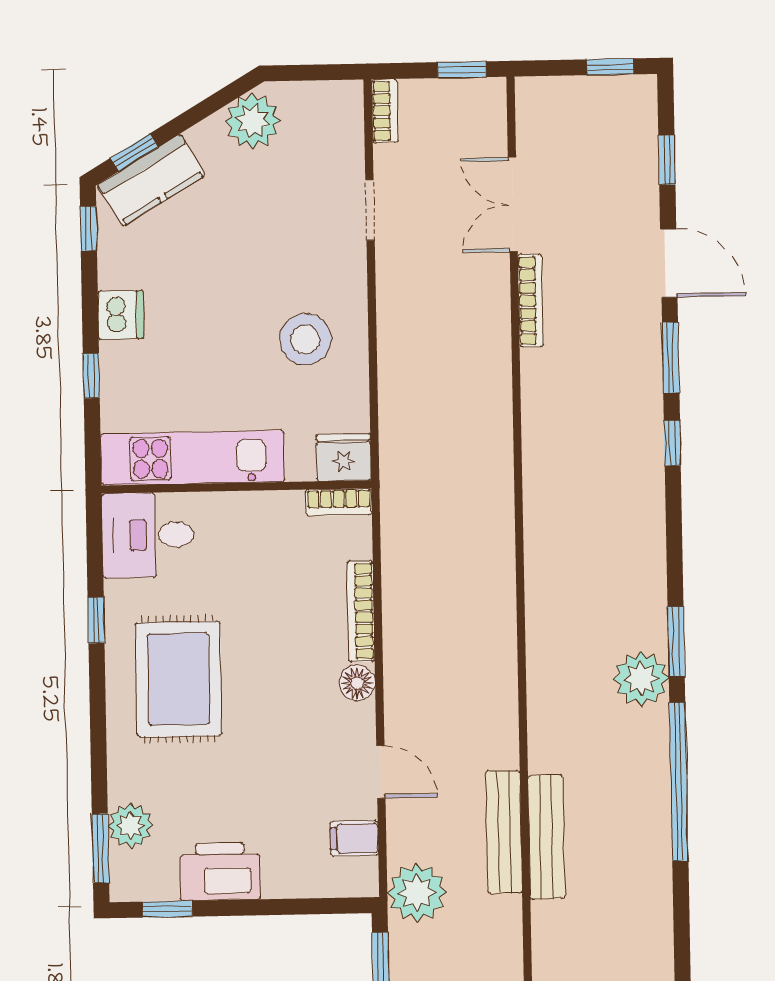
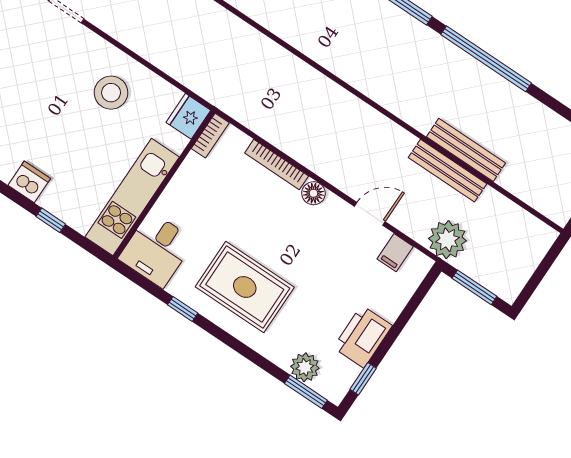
plant: (641, 679) -> (417, 40), removed

